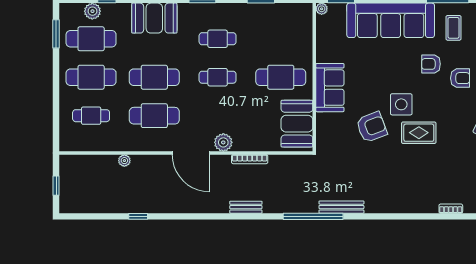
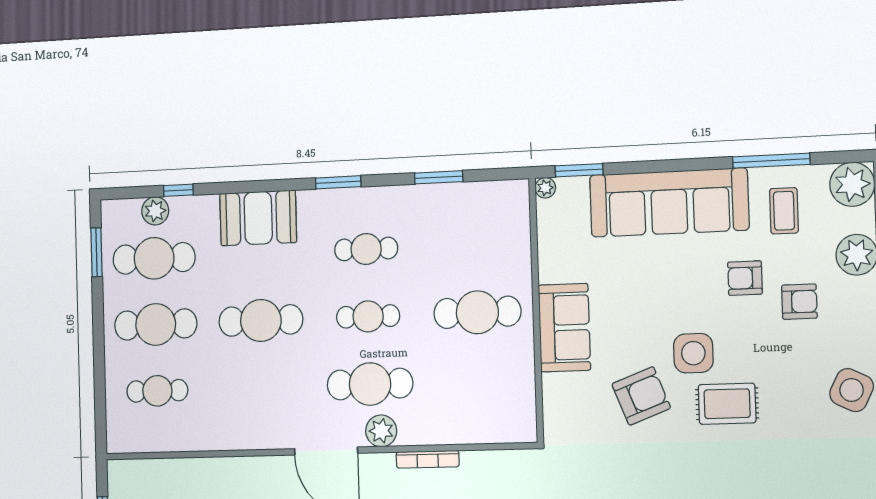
cafe table: (154, 116) -> (370, 384), moved
booth: (297, 124) -> (508, 394), removed
plant: (124, 161) -> (215, 467), removed

